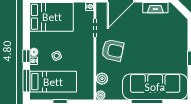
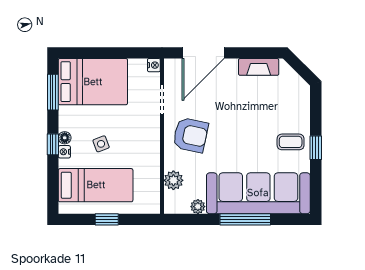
coffee table: (175, 55) -> (291, 142), added
window: (26, 81) -> (53, 92), moved
plant: (101, 95) -> (198, 207), moved

